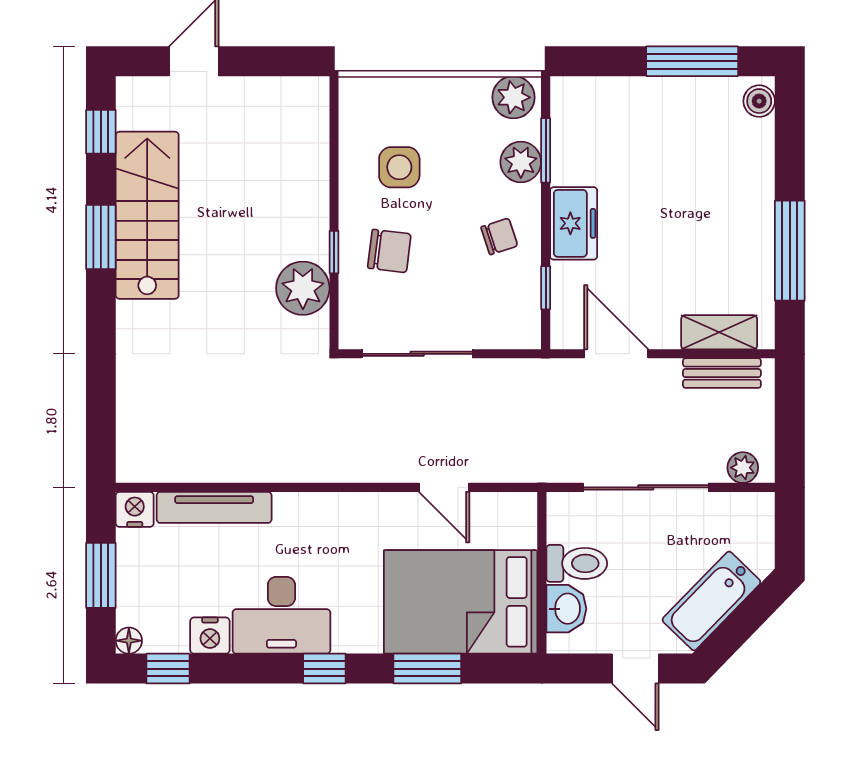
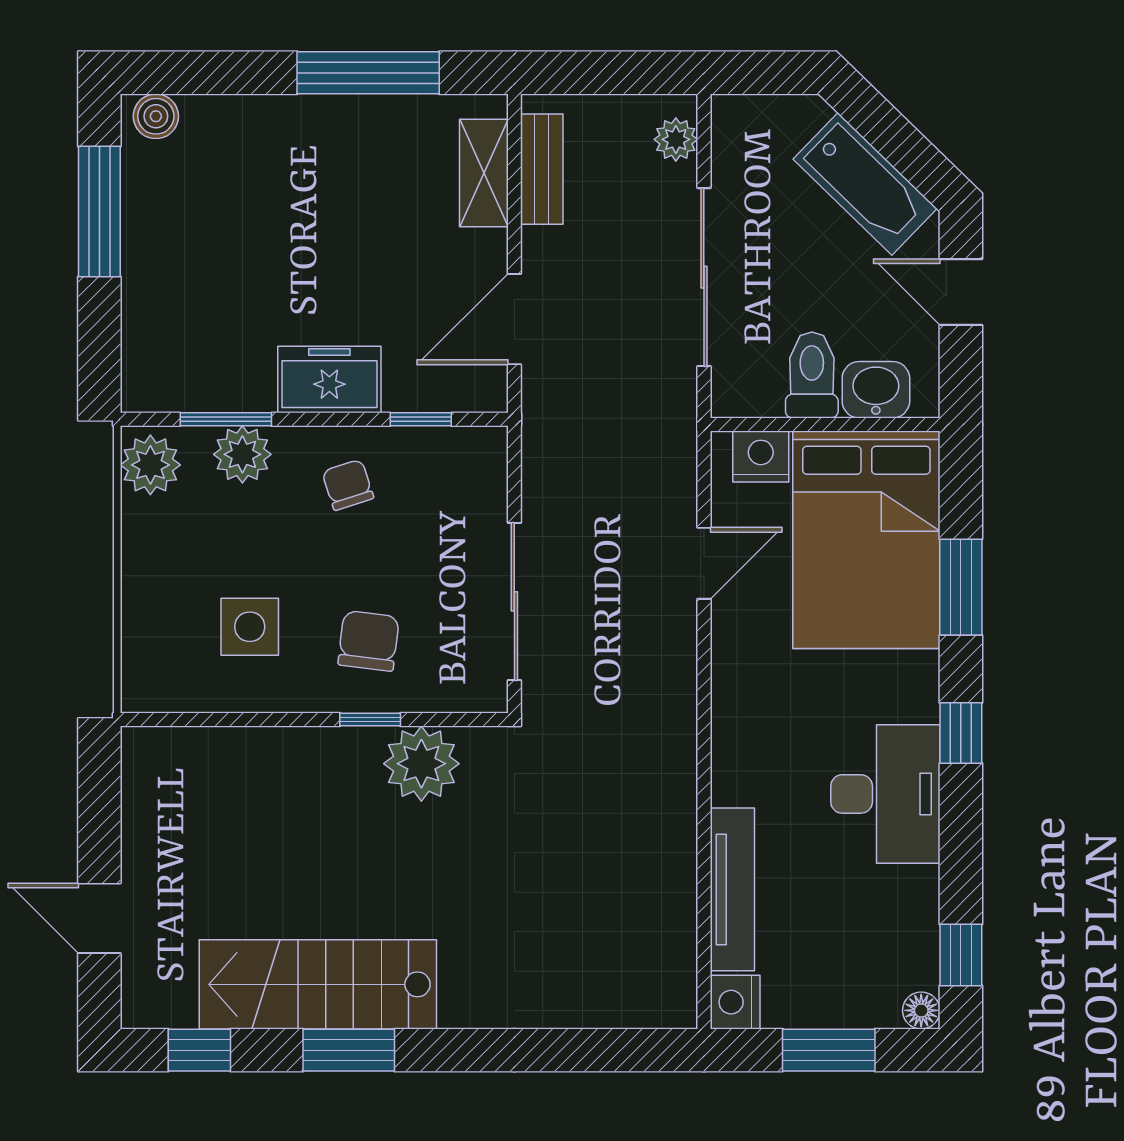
nightstand: (210, 636) -> (761, 457), moved, turned -90
door: (635, 669) -> (961, 292), swing flipped

